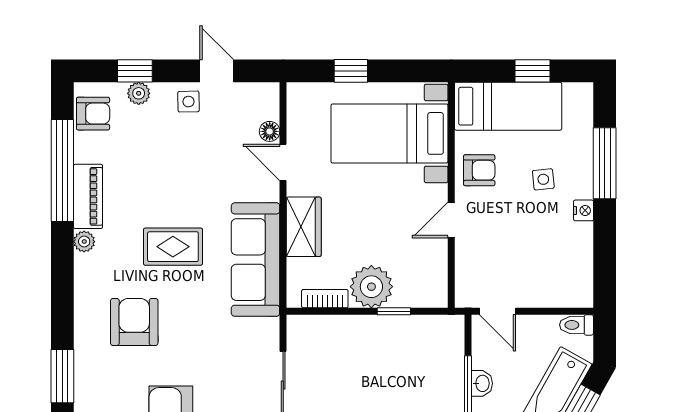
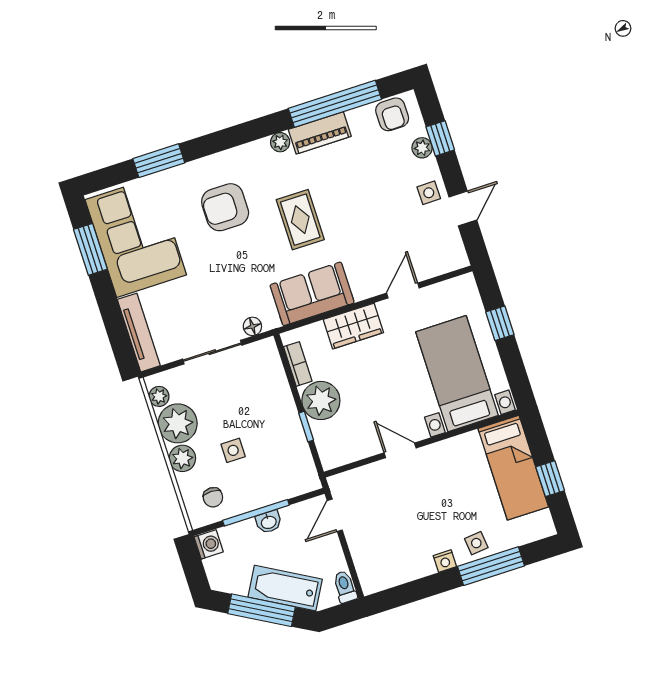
floor lamp: (270, 131) -> (252, 326), moved
armchair: (479, 170) -> (450, 461), removed
side table: (543, 179) -> (476, 543), moved
sofa: (256, 260) -> (312, 294), width x0.73
armchair: (134, 322) -> (225, 207), turned 180
side table: (394, 397) -> (233, 450), added

